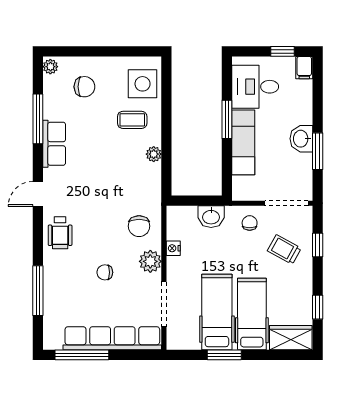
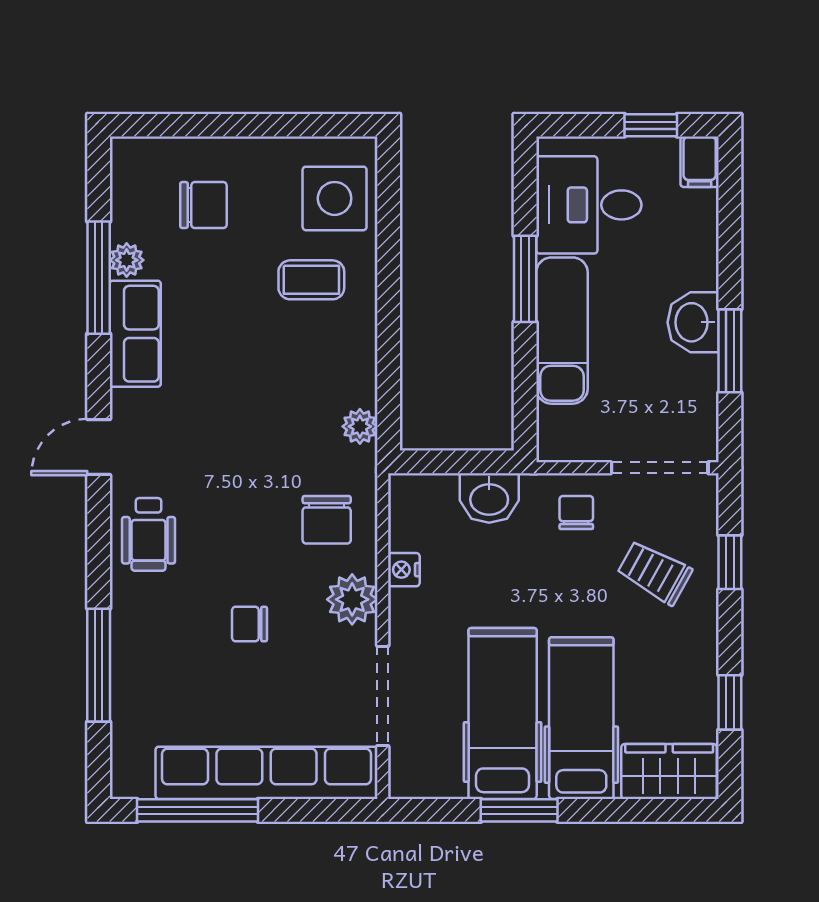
plant: (50, 67) -> (127, 260), moved
plant: (154, 154) -> (360, 426), moved

